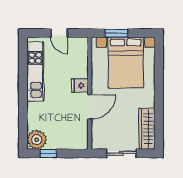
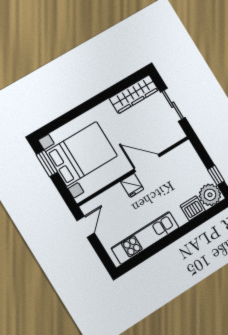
door: (59, 33) -> (86, 227), moved
window: (117, 33) -> (47, 163), moved
dishwasher: (35, 120) -> (193, 208), added

